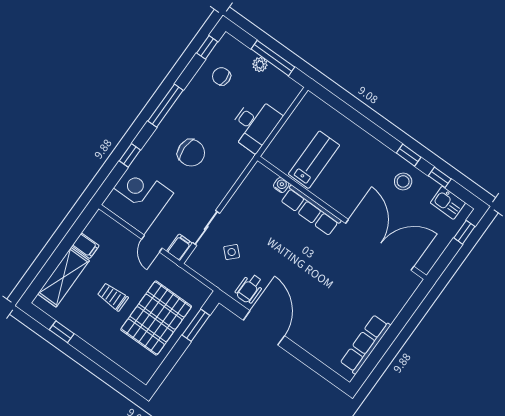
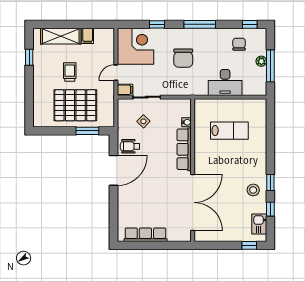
water cooler: (281, 185) -> (187, 122), moved
row of seats: (311, 210) -> (184, 149), moved
wall: (342, 218) -> (193, 170), moved
double door: (380, 245) -> (193, 202), moved

